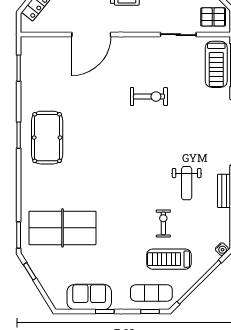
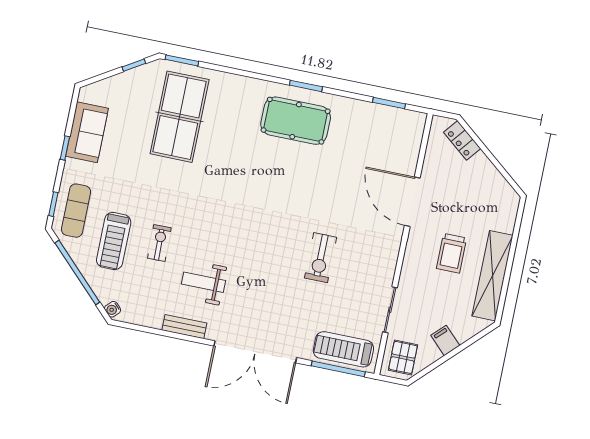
exercise bike: (163, 223) -> (159, 243), turned -91
treadmill: (169, 259) -> (114, 241), turned 180

